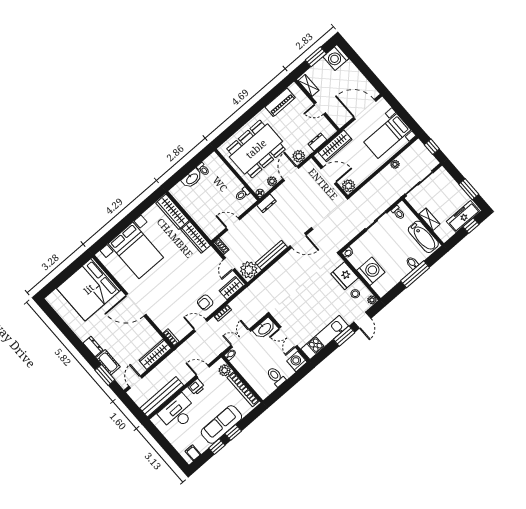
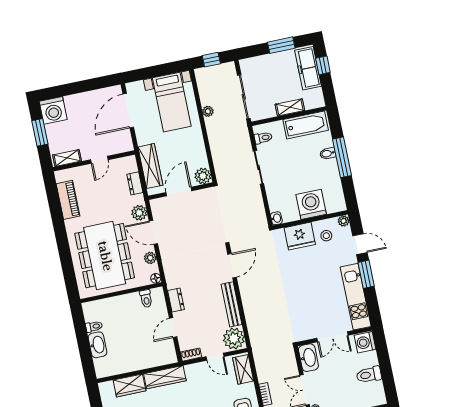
dresser: (267, 203) -> (176, 300), moved
wardrobe: (172, 212) -> (129, 385), width x0.67

